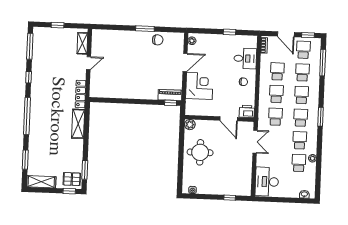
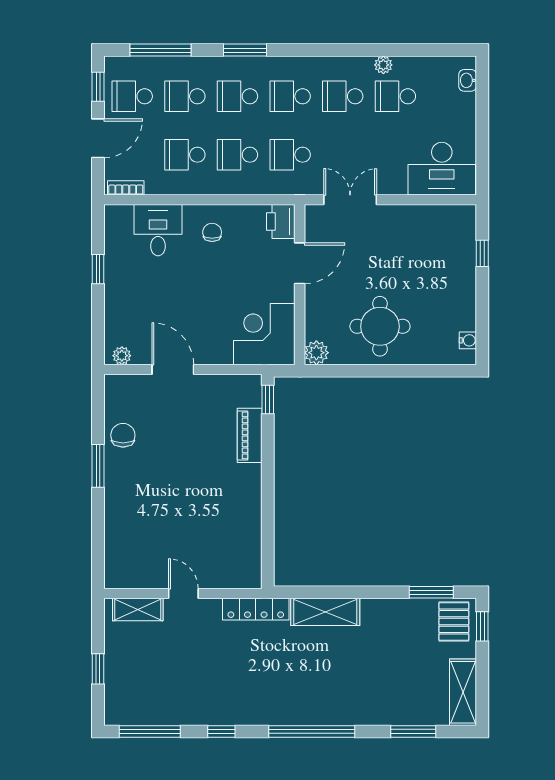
corner desk: (199, 86) -> (264, 334), moved
piano: (170, 95) -> (250, 435), moved
window: (321, 117) -> (245, 50), moved

